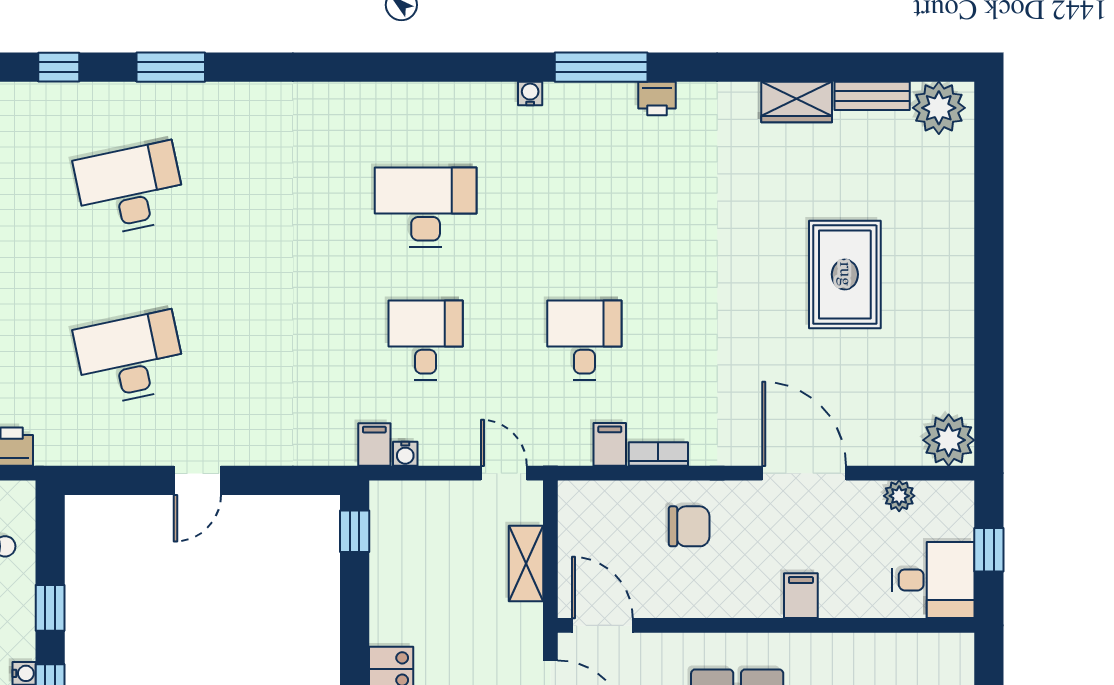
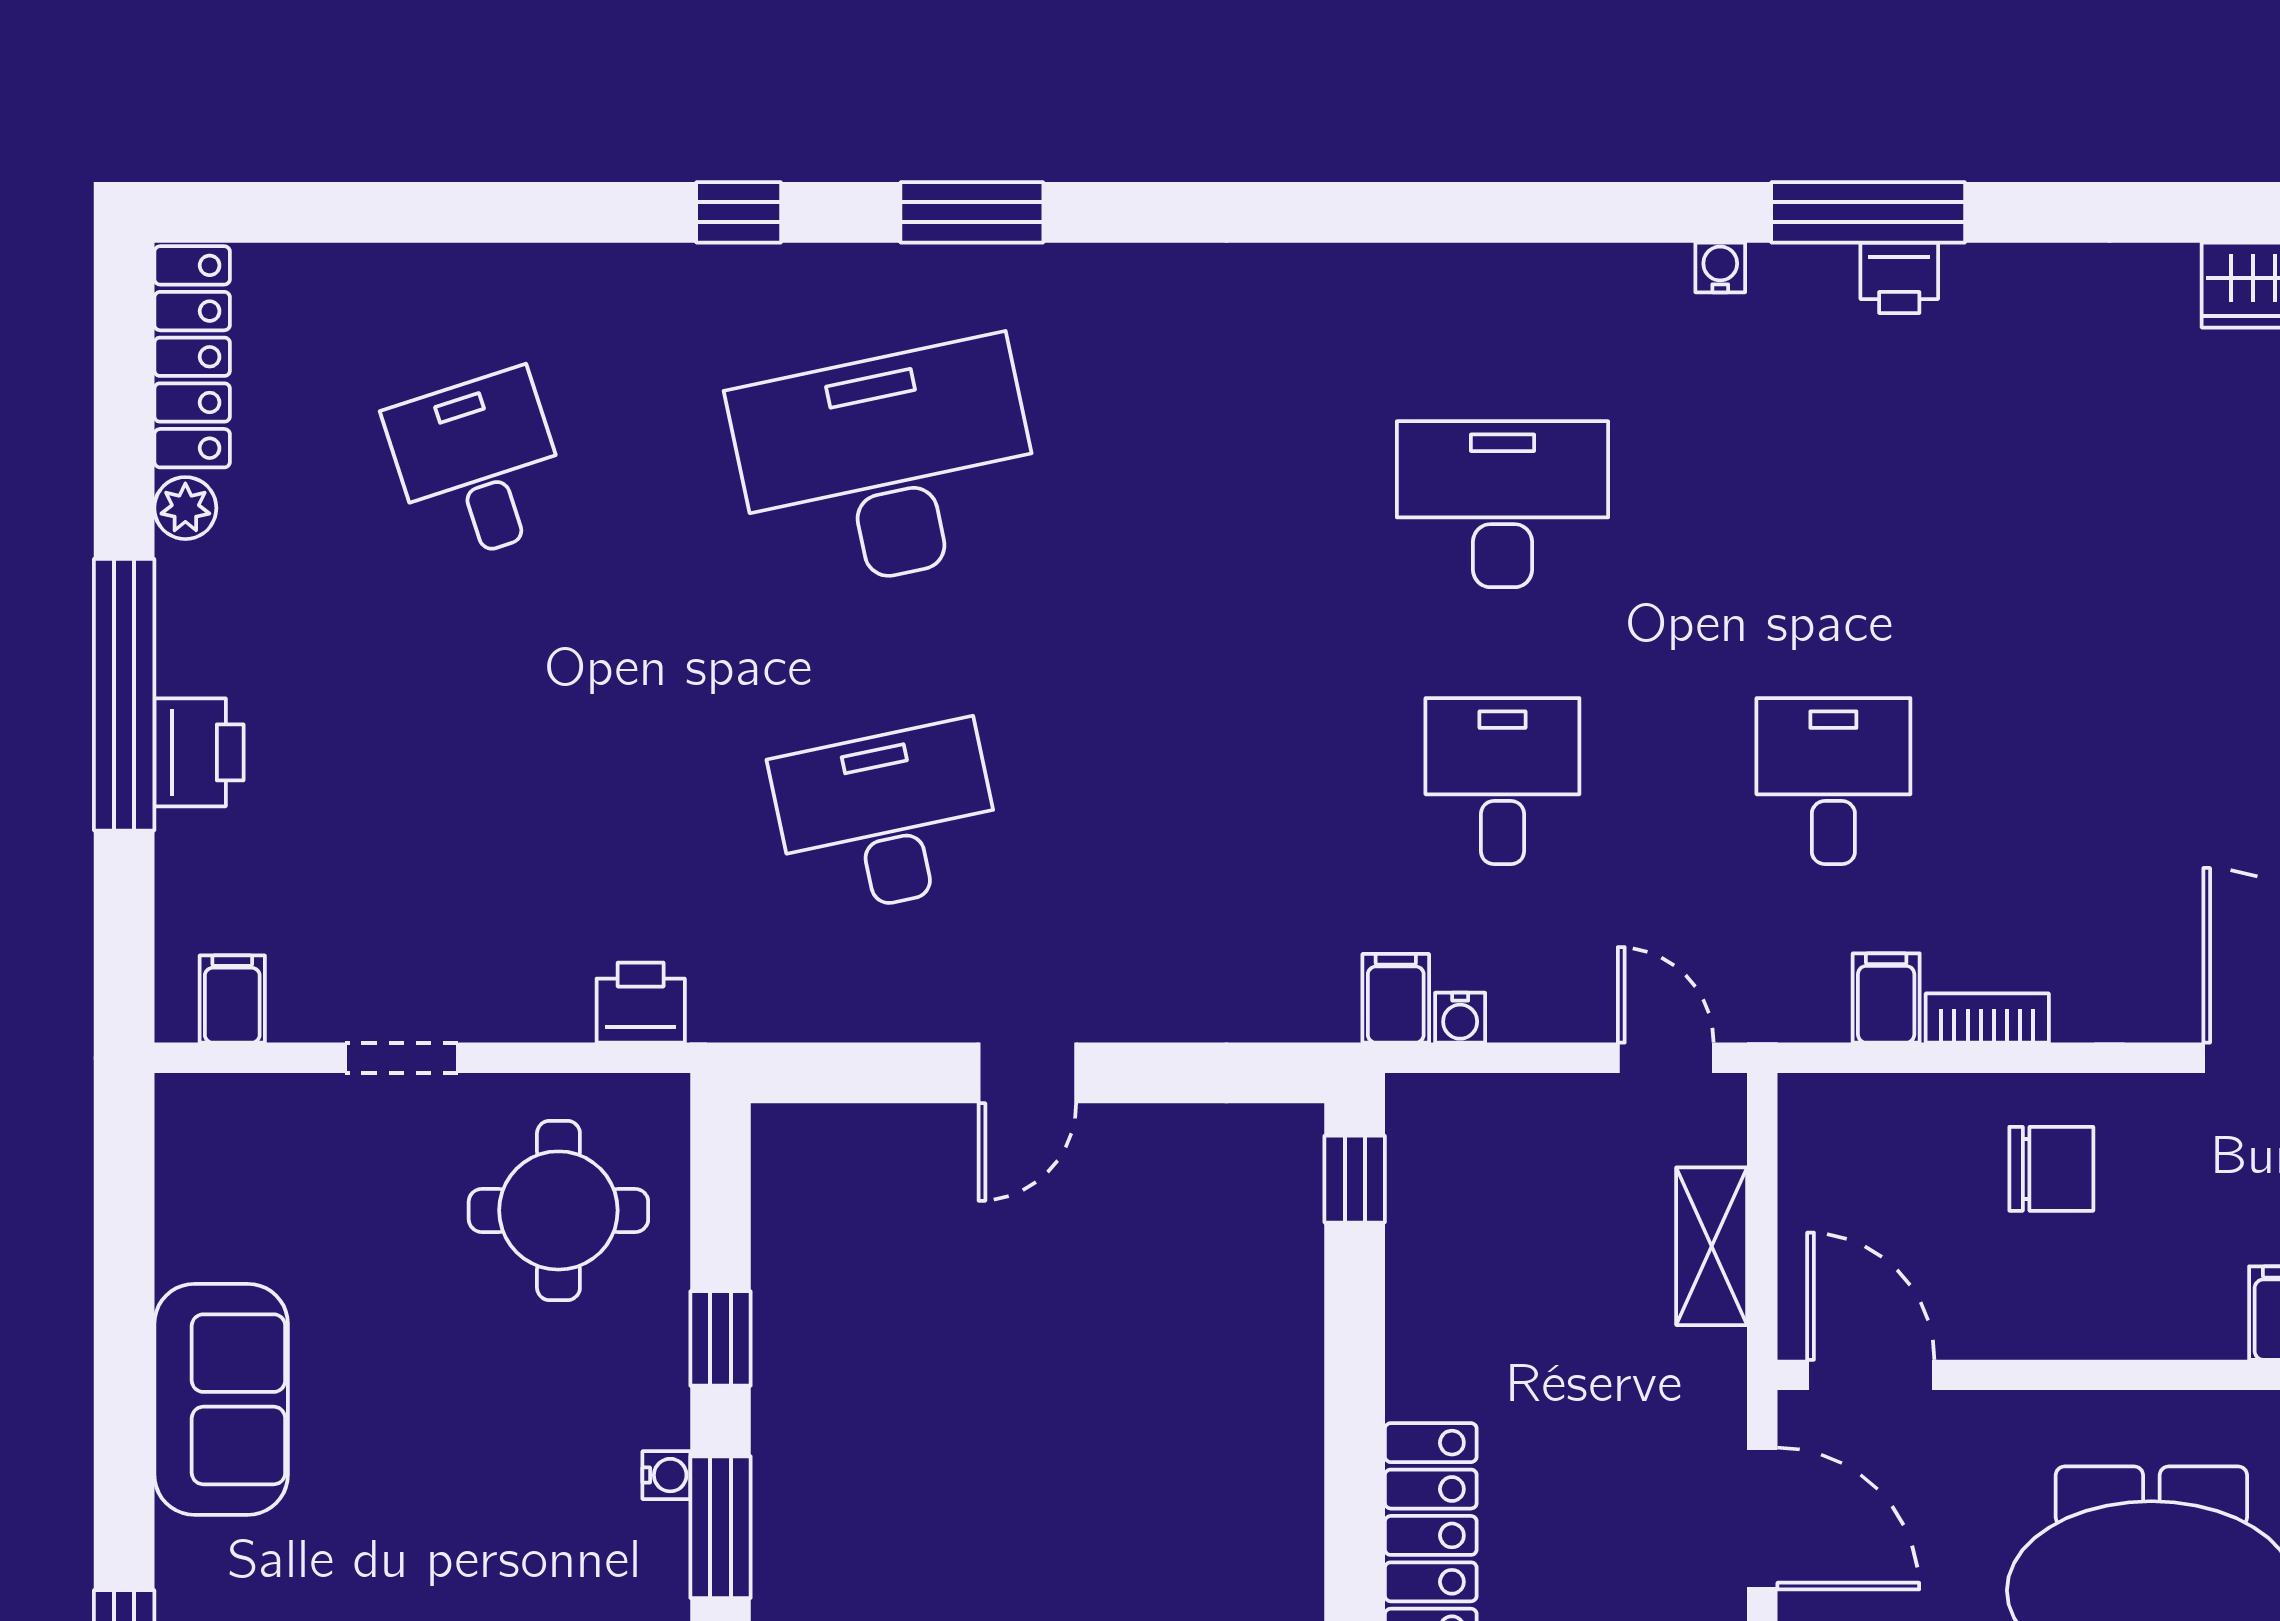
printer: (657, 98) -> (1899, 278), moved
desk: (130, 189) -> (887, 466), width x1.36, depth x1.30

